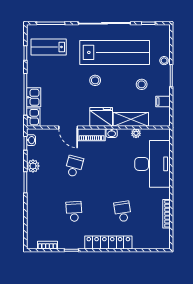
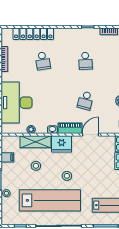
lab bench: (115, 52) -> (50, 200), turned 180
stool: (142, 84) -> (36, 166), moved
door: (68, 128) -> (91, 135), hinge flipped
locker: (108, 242) -> (33, 34), moved

